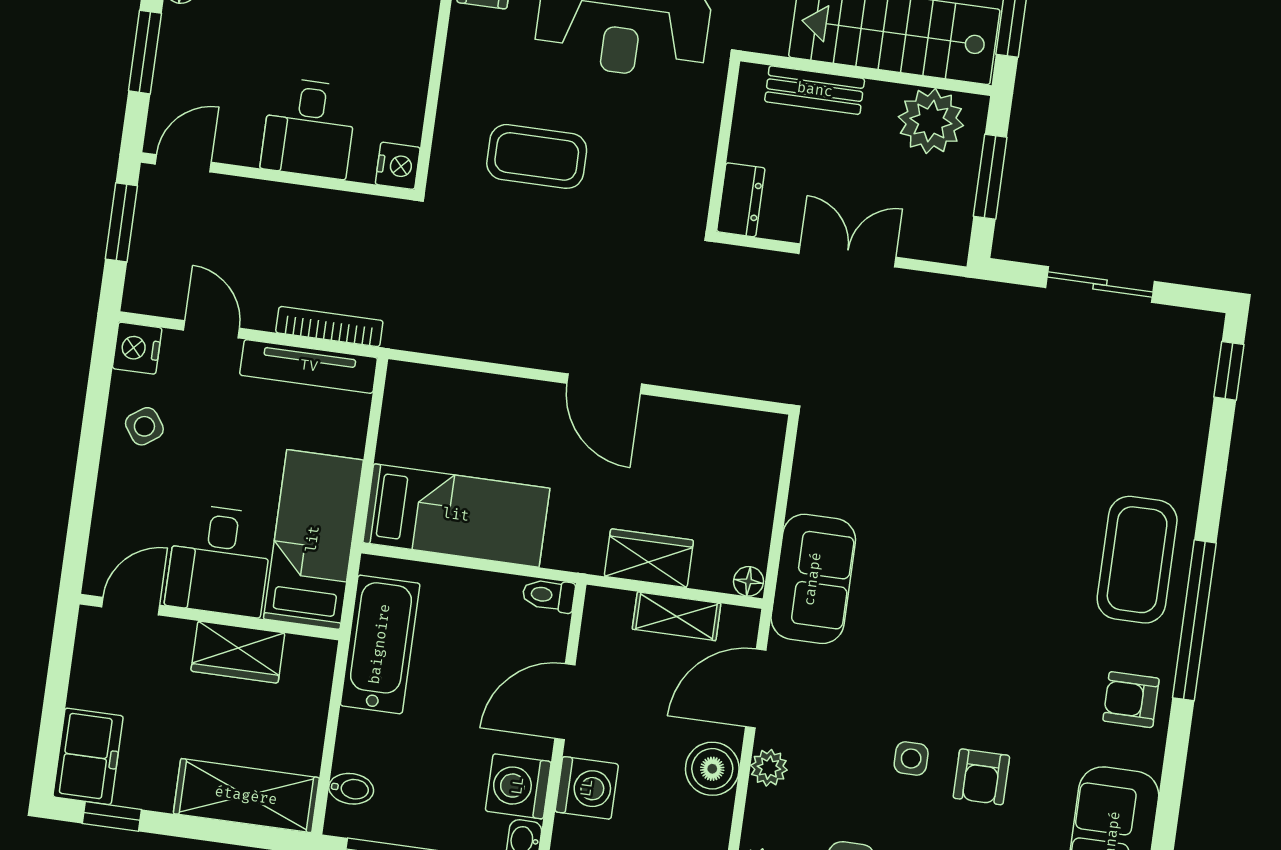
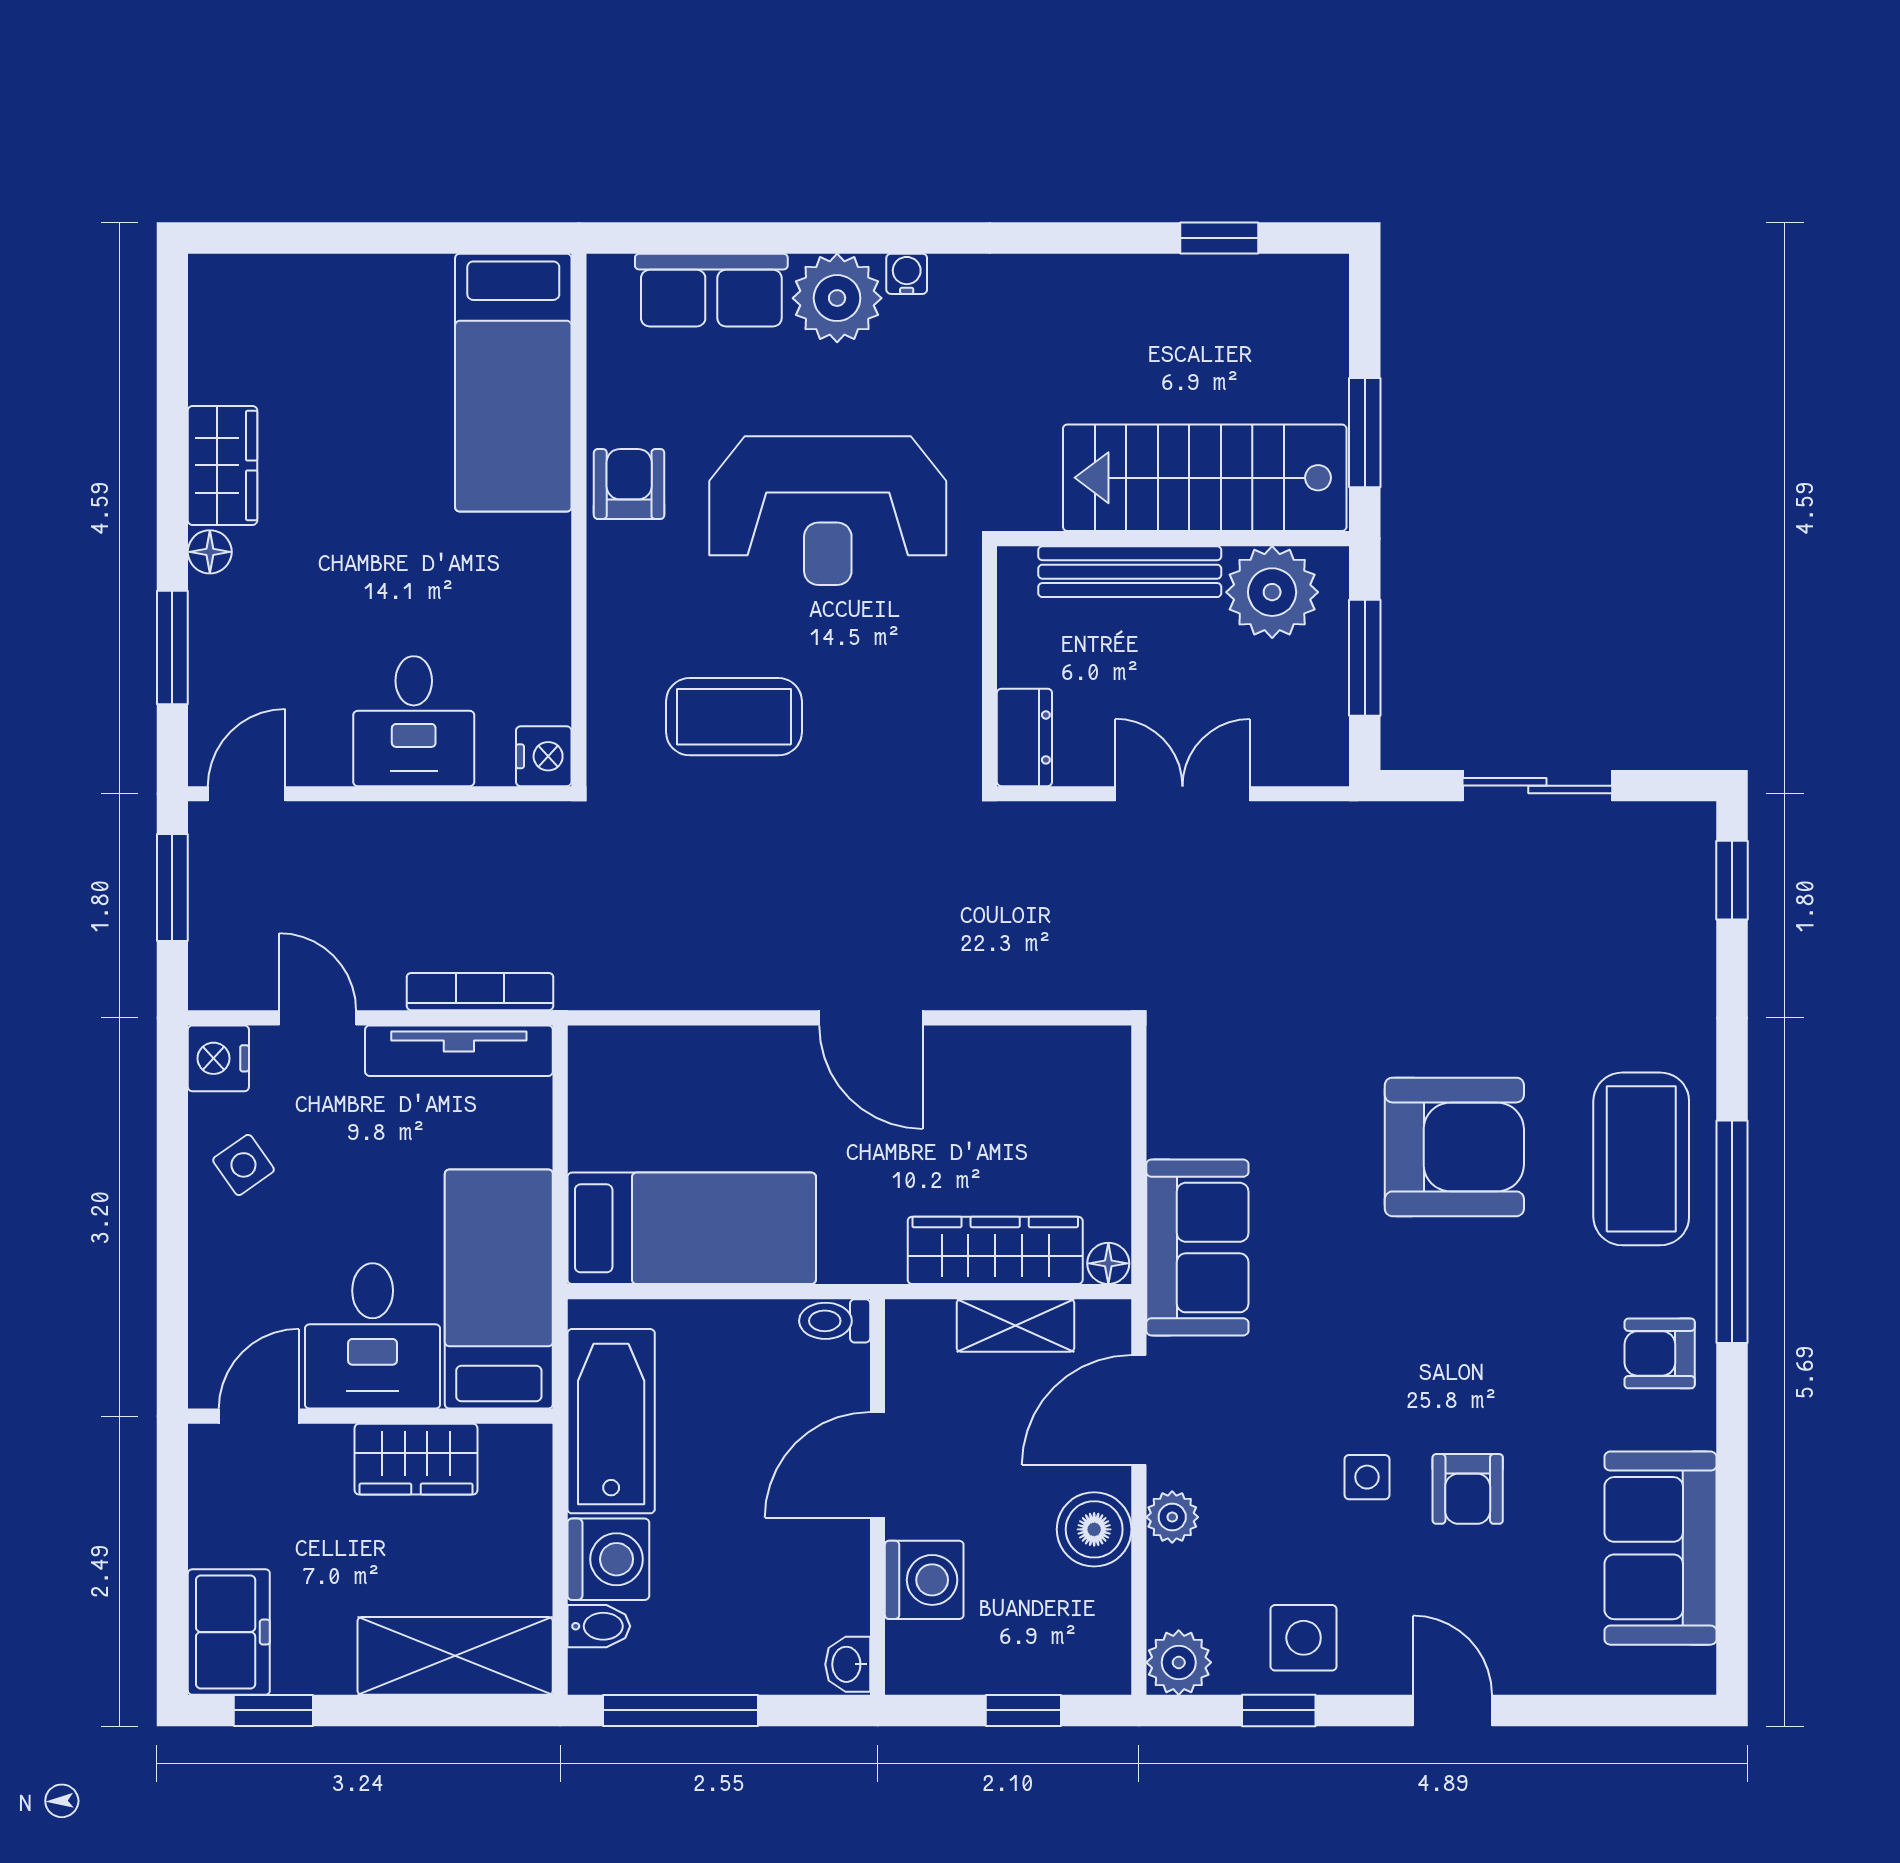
bench: (815, 90) -> (1130, 572), width x1.36
armchair: (1006, 533) -> (1454, 1147), added
wardrobe: (649, 558) -> (995, 1250), width x1.50
washing machine: (518, 786) -> (608, 1559), moved, turned 180

